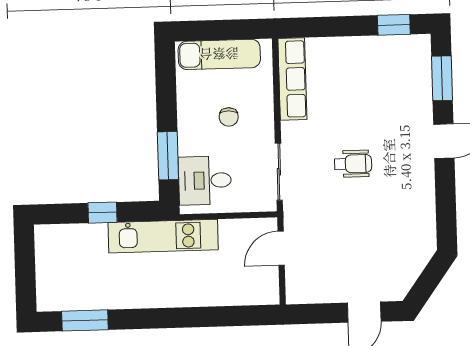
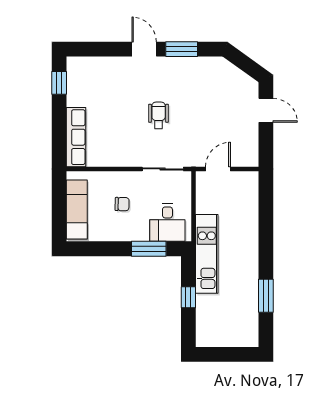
window: (442, 78) -> (182, 49), moved
row of seats: (292, 79) -> (76, 137), moved, turned 90
door: (281, 248) -> (218, 169), swing flipped
window: (85, 320) -> (266, 296), moved

